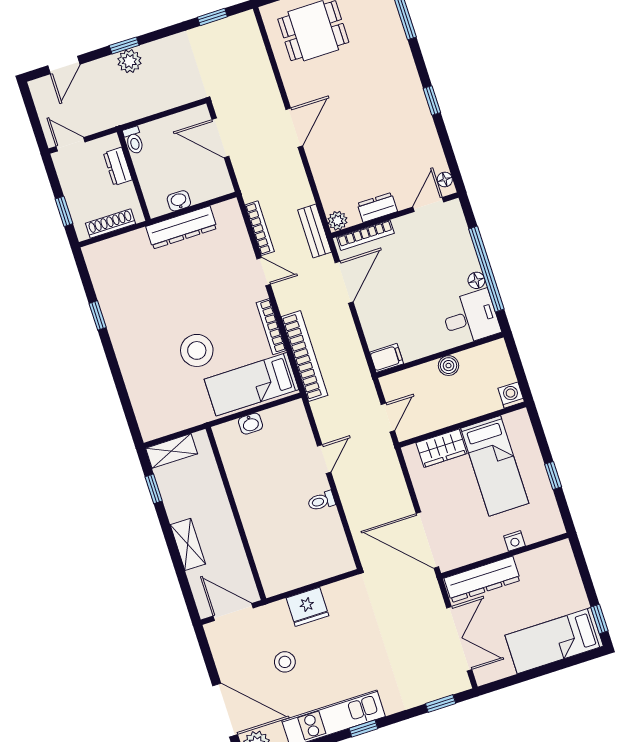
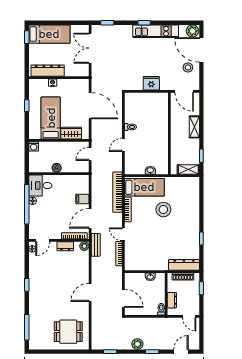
plant: (129, 61) -> (137, 344), moved
dresser: (181, 228) -> (184, 265), moved
filing cabinet: (387, 358) -> (82, 199), moved
door: (427, 540) -> (90, 106), moved
dresser: (482, 579) -> (48, 71), moved
stool: (285, 662) -> (188, 67), moved

